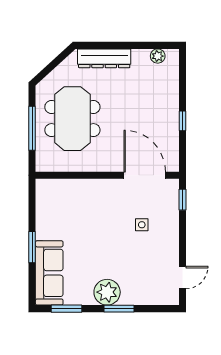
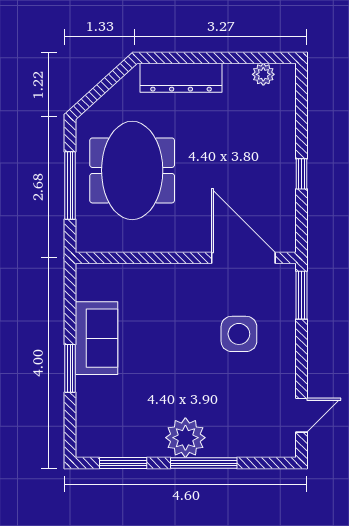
window: (182, 200) -> (302, 295), width x1.50
side table: (142, 225) -> (239, 334), width x1.87, depth x1.87
sofa: (49, 273) -> (96, 338), moved, width x0.73
window: (119, 309) -> (204, 463), width x1.44

